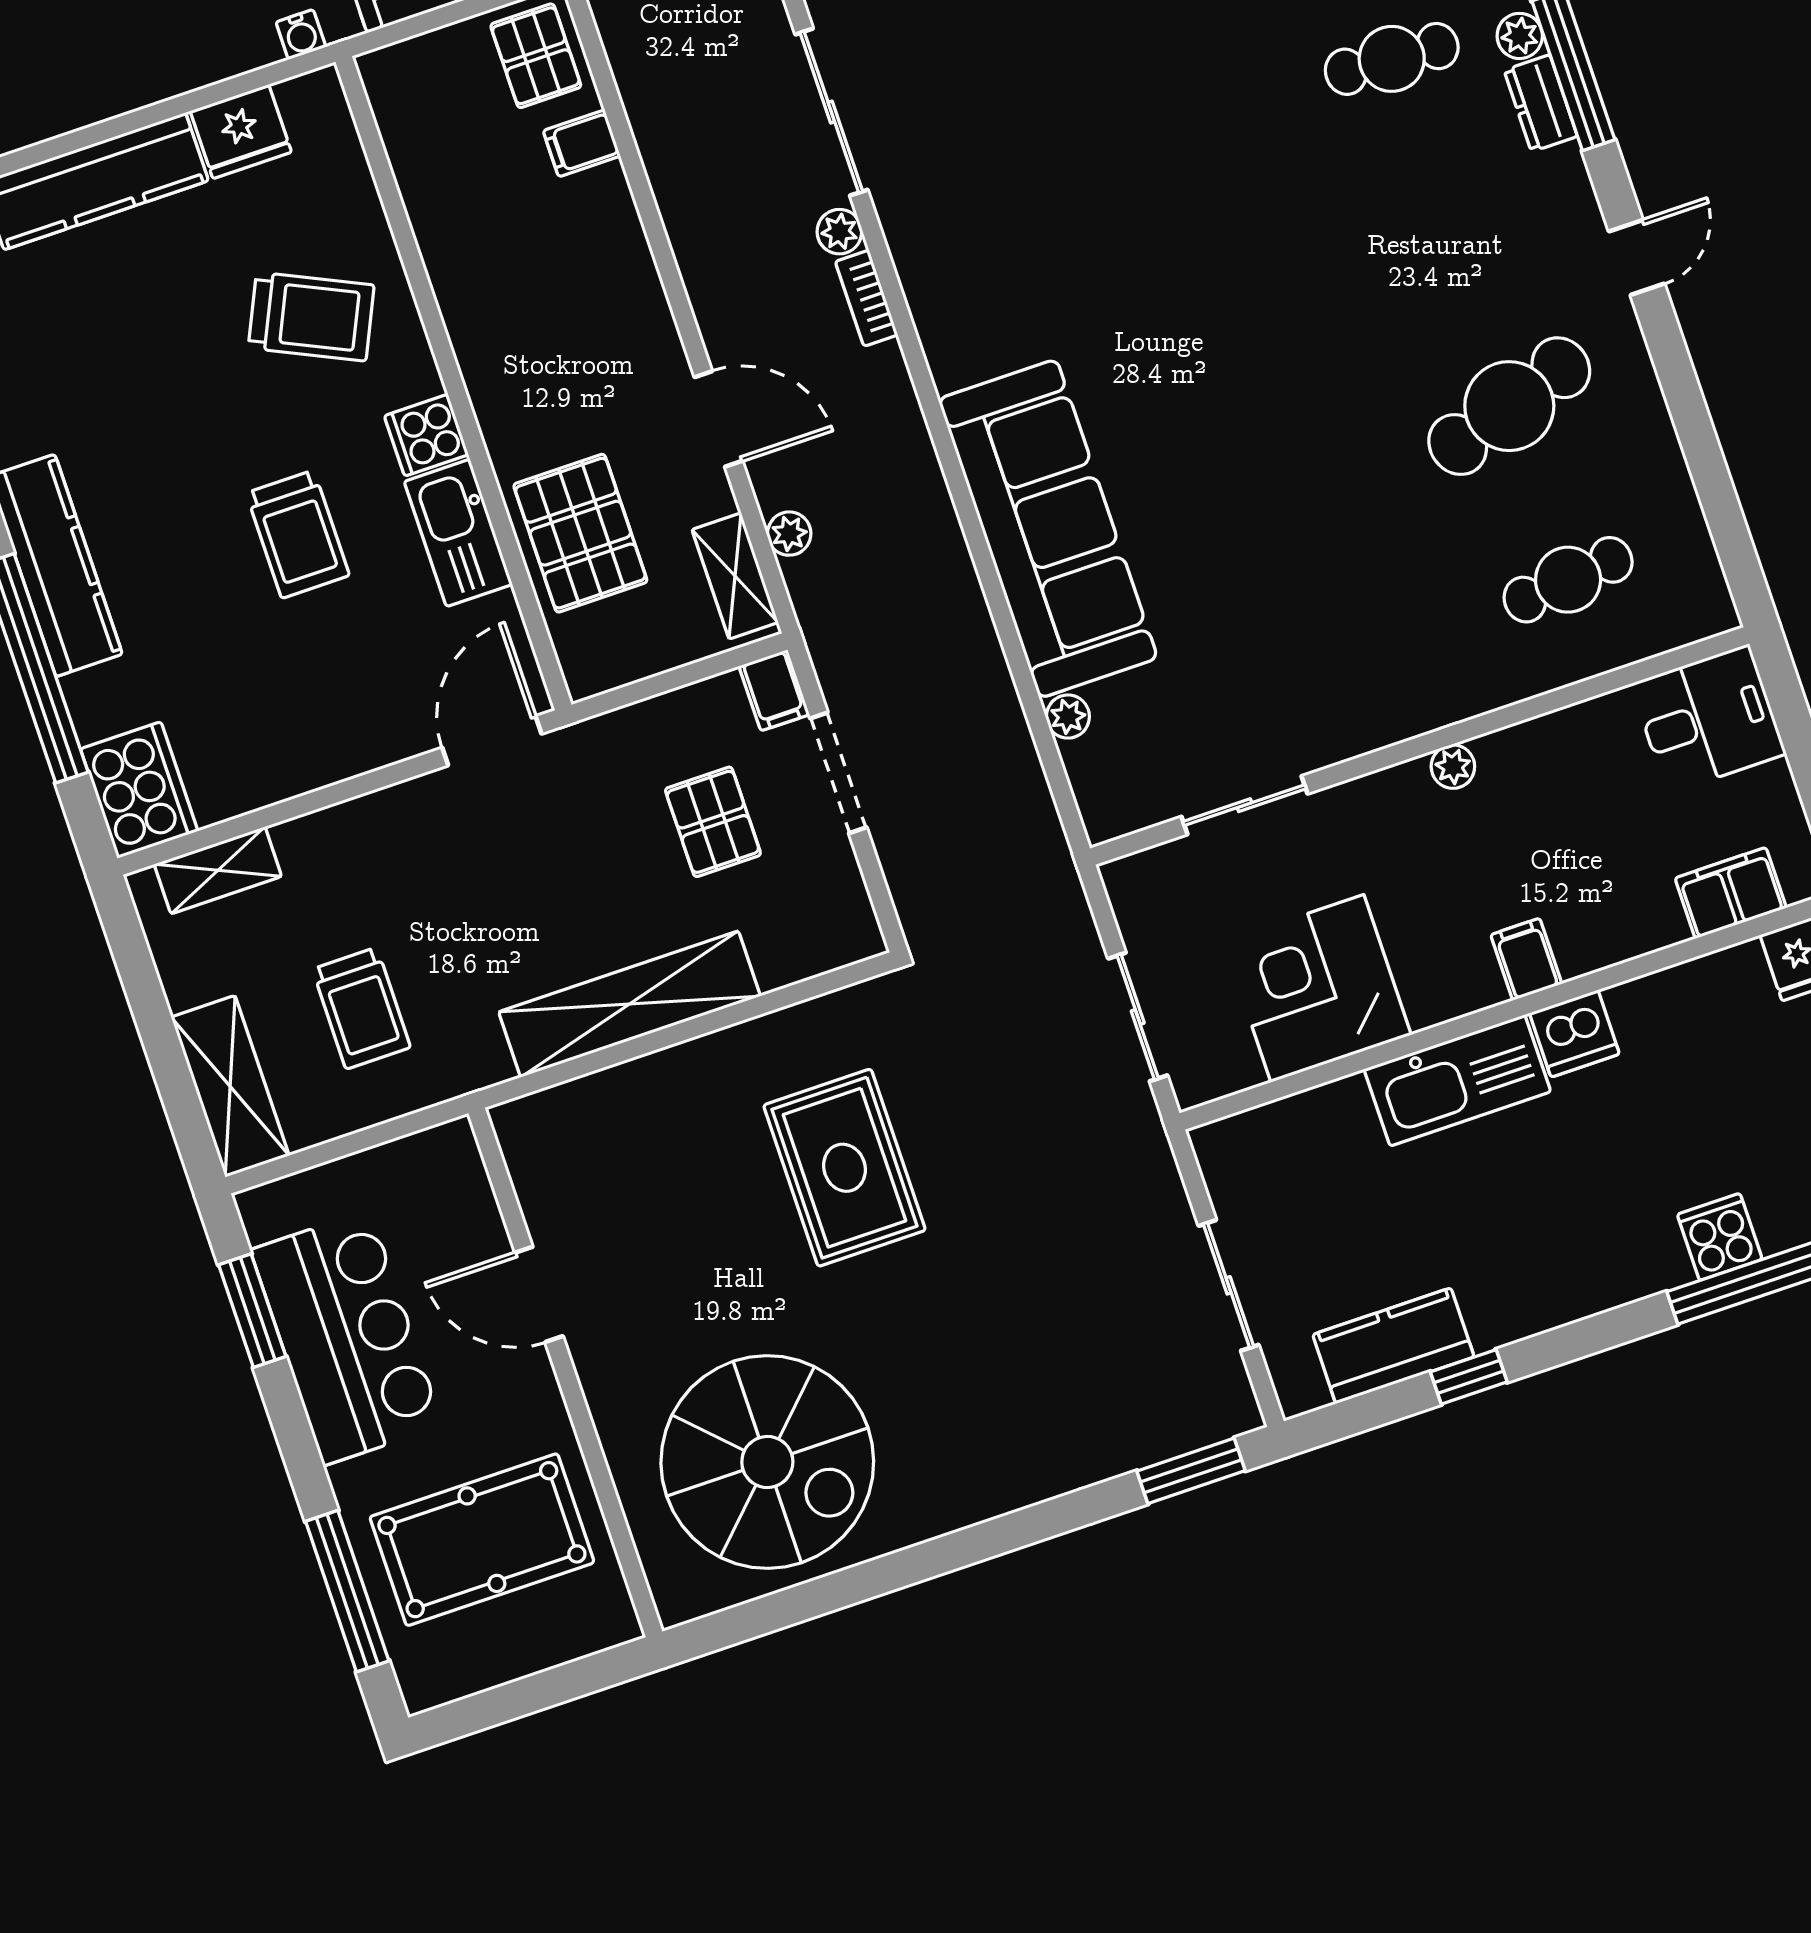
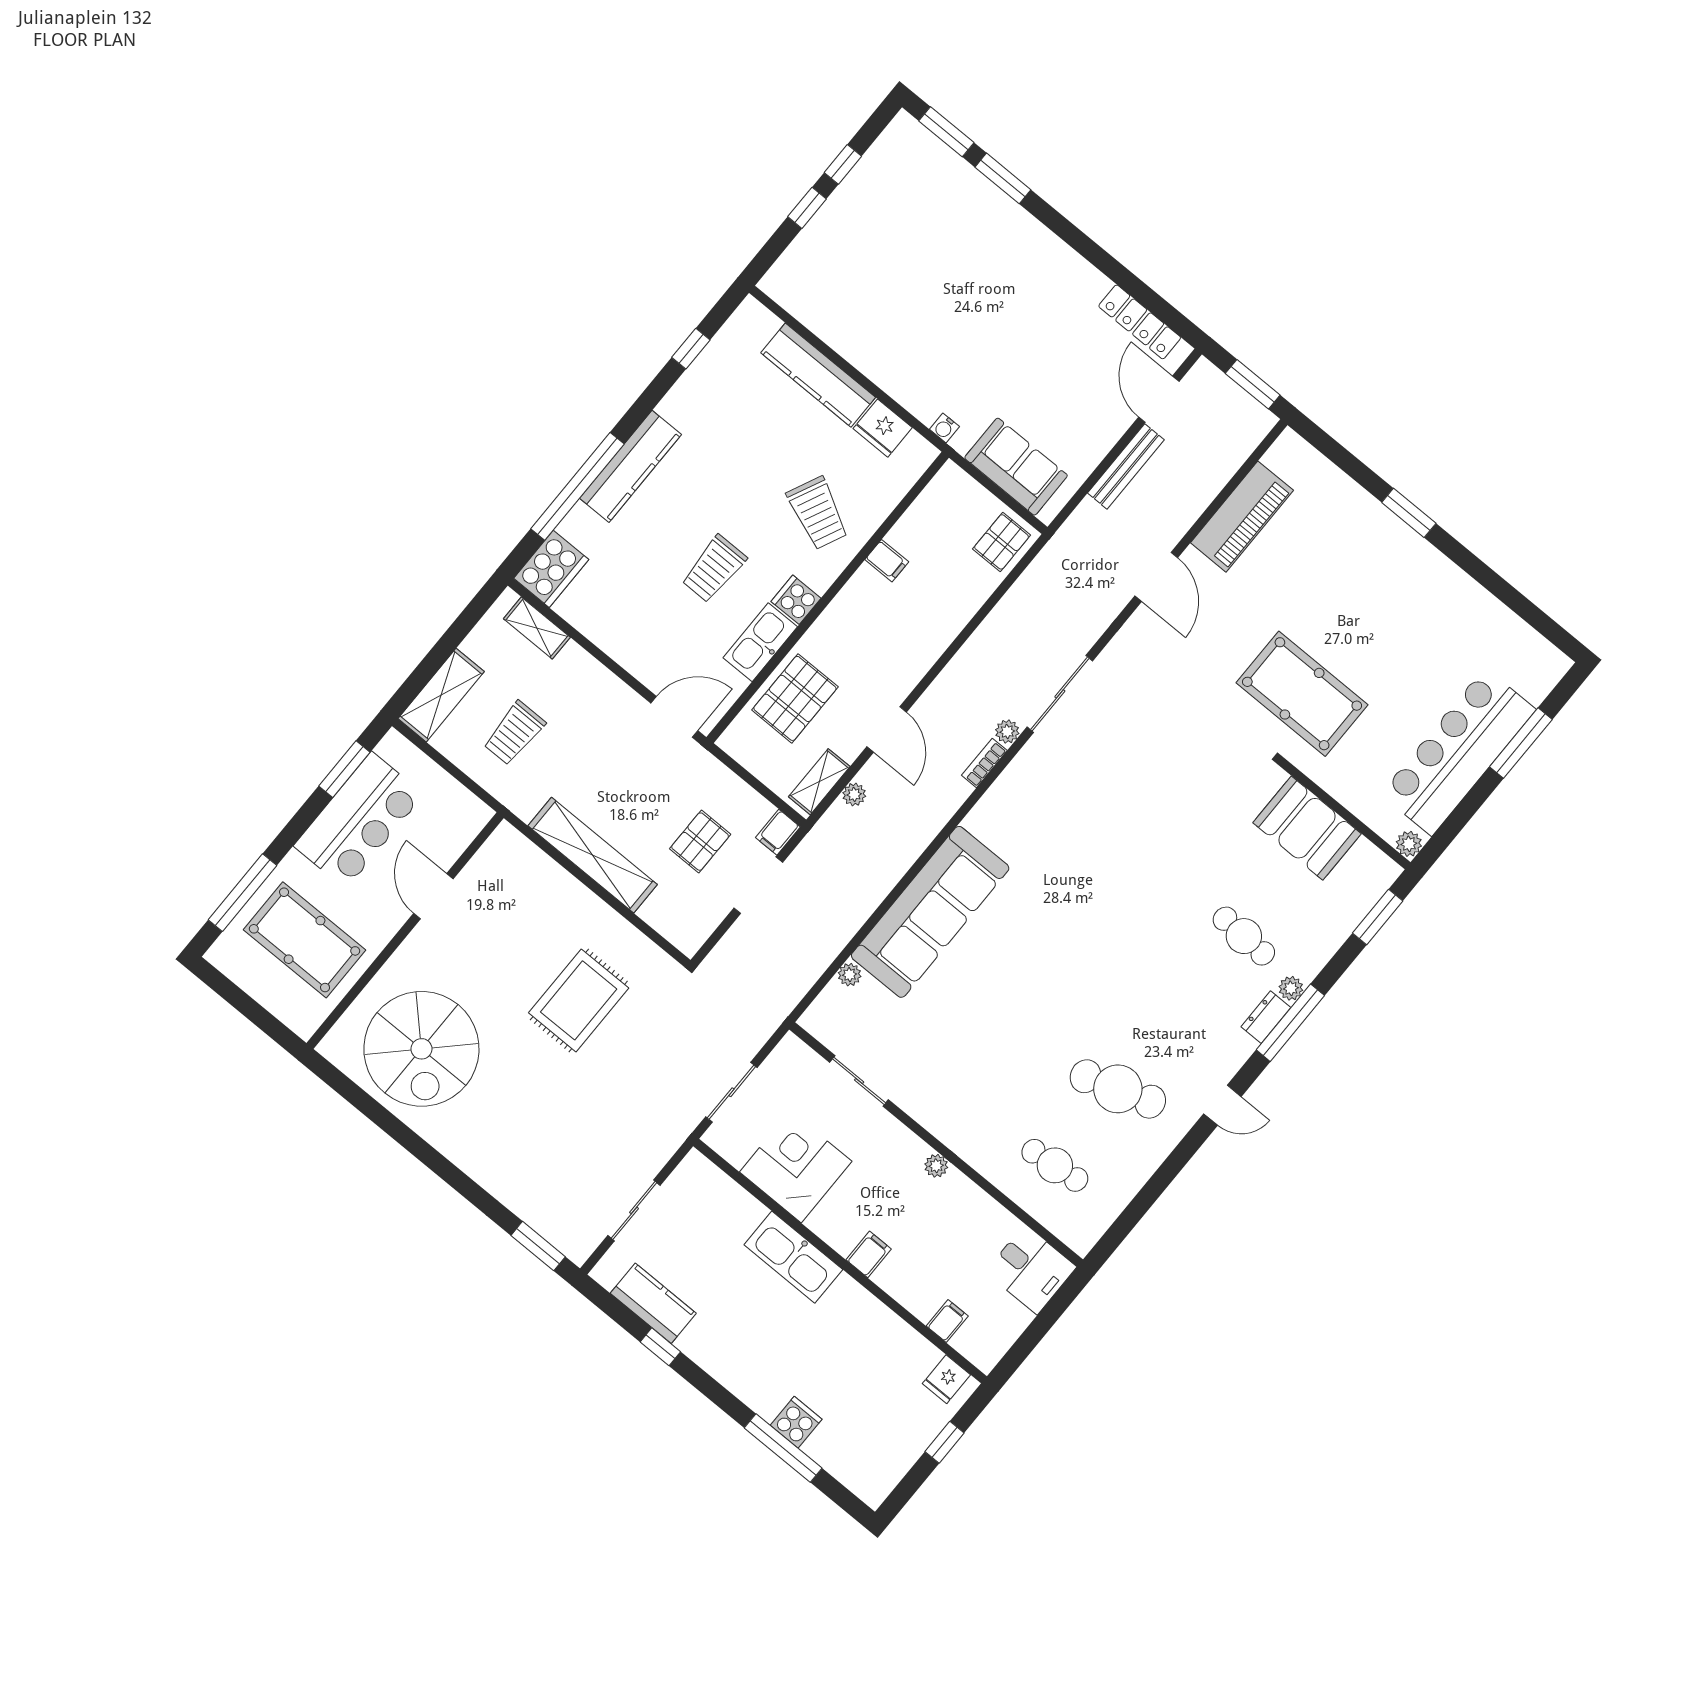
filing cabinet: (582, 143) -> (887, 561), moved, turned 180
filing cabinet: (1731, 893) -> (947, 1321), width x0.50
dishwasher: (1574, 1034) -> (848, 1298), removed

